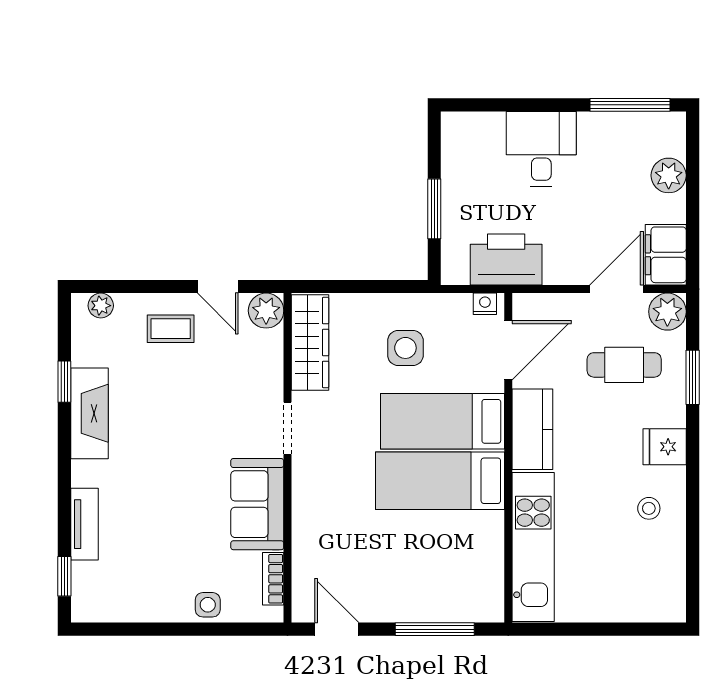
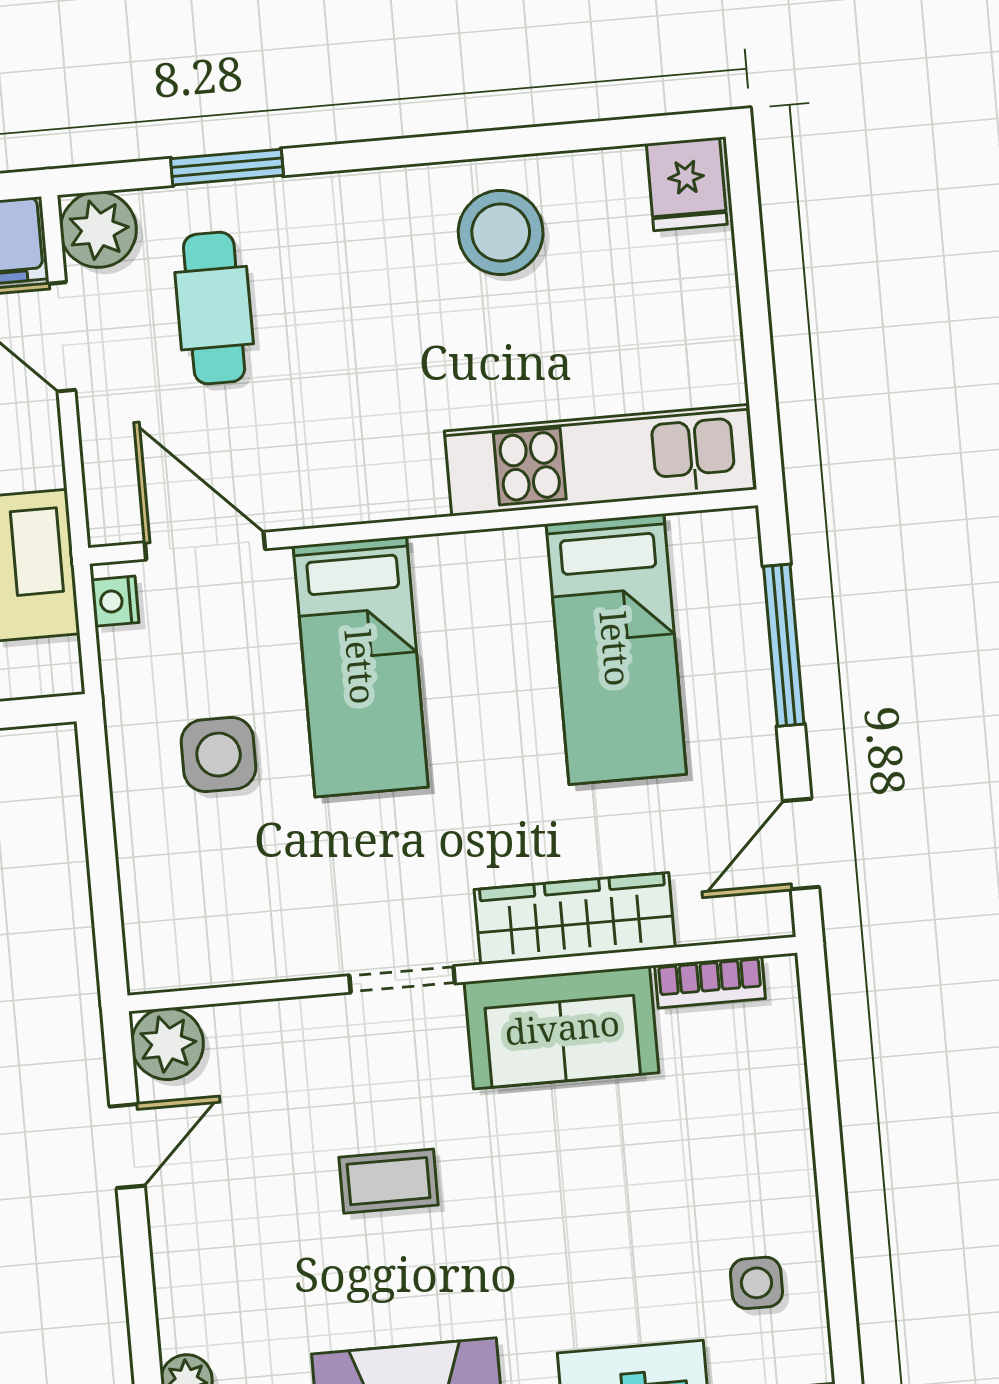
coffee table: (171, 329) -> (389, 1181), moved, turned 90
wardrobe: (310, 343) -> (575, 918), moved
kitchen counter: (532, 429) -> (361, 483), removed
fridge: (665, 447) -> (687, 184), moved
bed: (440, 481) -> (616, 649), moved
stool: (649, 508) -> (501, 232), width x1.89, depth x1.89
side table: (208, 605) -> (756, 1283), moved

